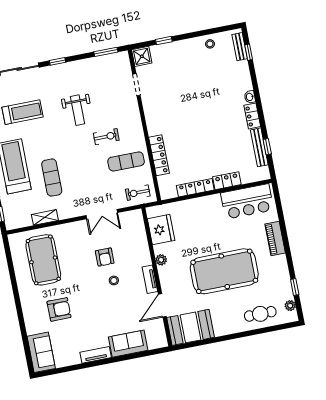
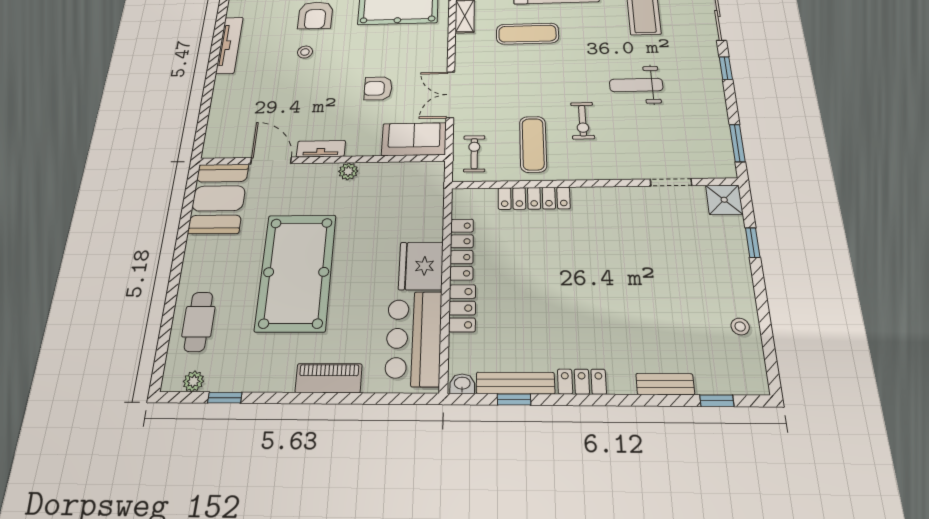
bench: (240, 47) -> (665, 384), moved
washbasin: (250, 97) -> (462, 384), moved
fridge: (161, 230) -> (421, 266), moved, turned 90
stool: (114, 280) -> (305, 52), moved
sofa: (128, 344) -> (414, 139), moved, turned -90
tv unit: (96, 355) -> (229, 45), width x1.41

